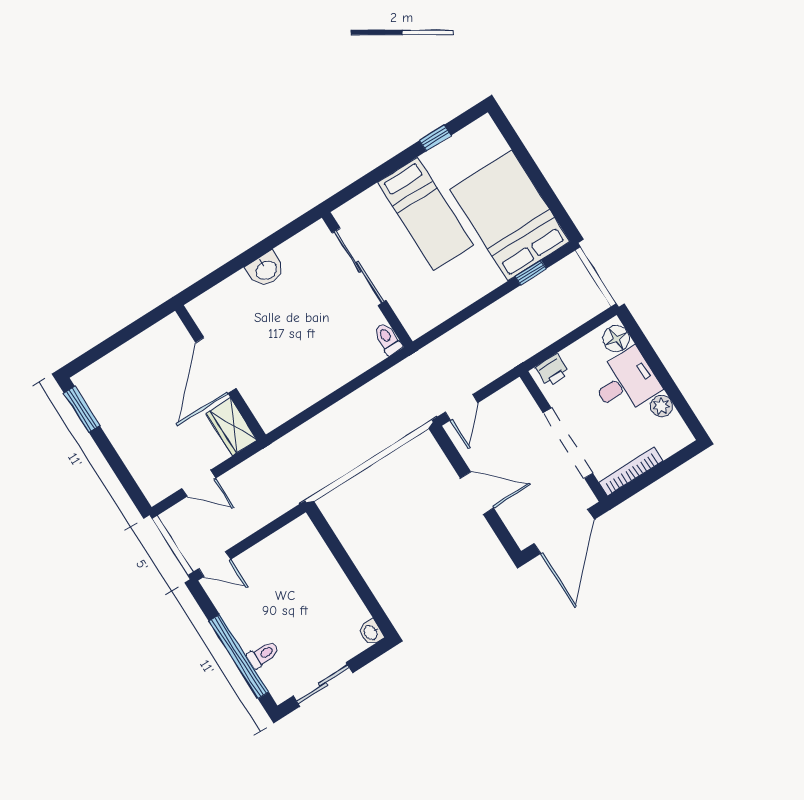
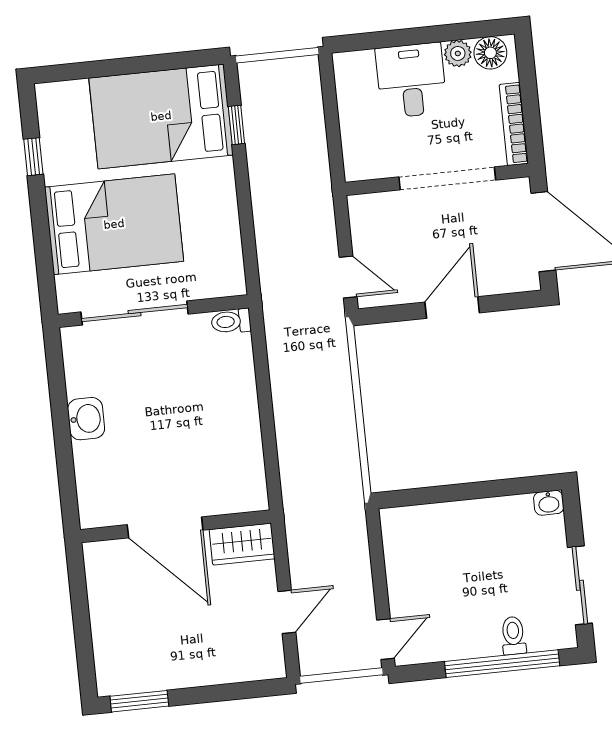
bed: (425, 214) -> (114, 224), width x1.50
floor lamp: (616, 339) -> (490, 53), moved
printer: (552, 370) -> (357, 155), removed

